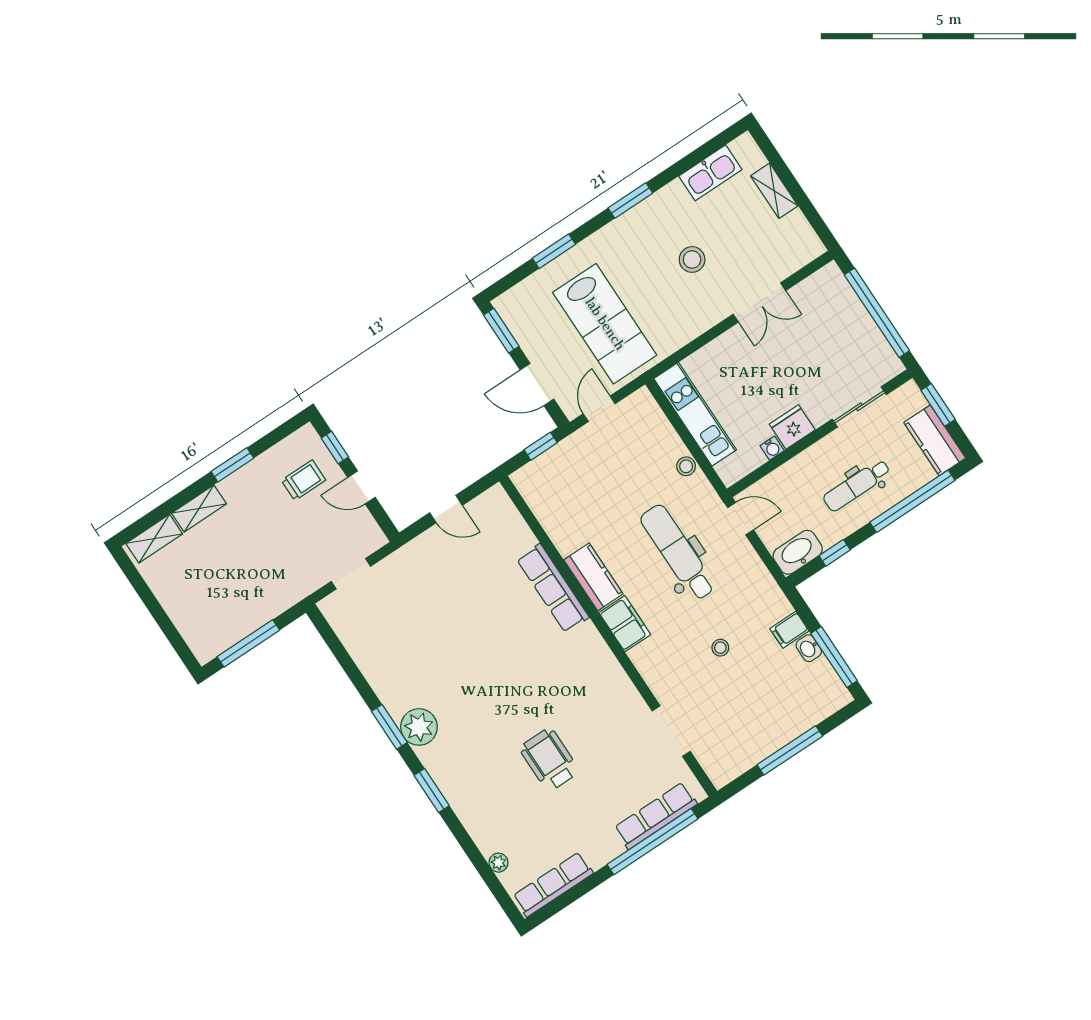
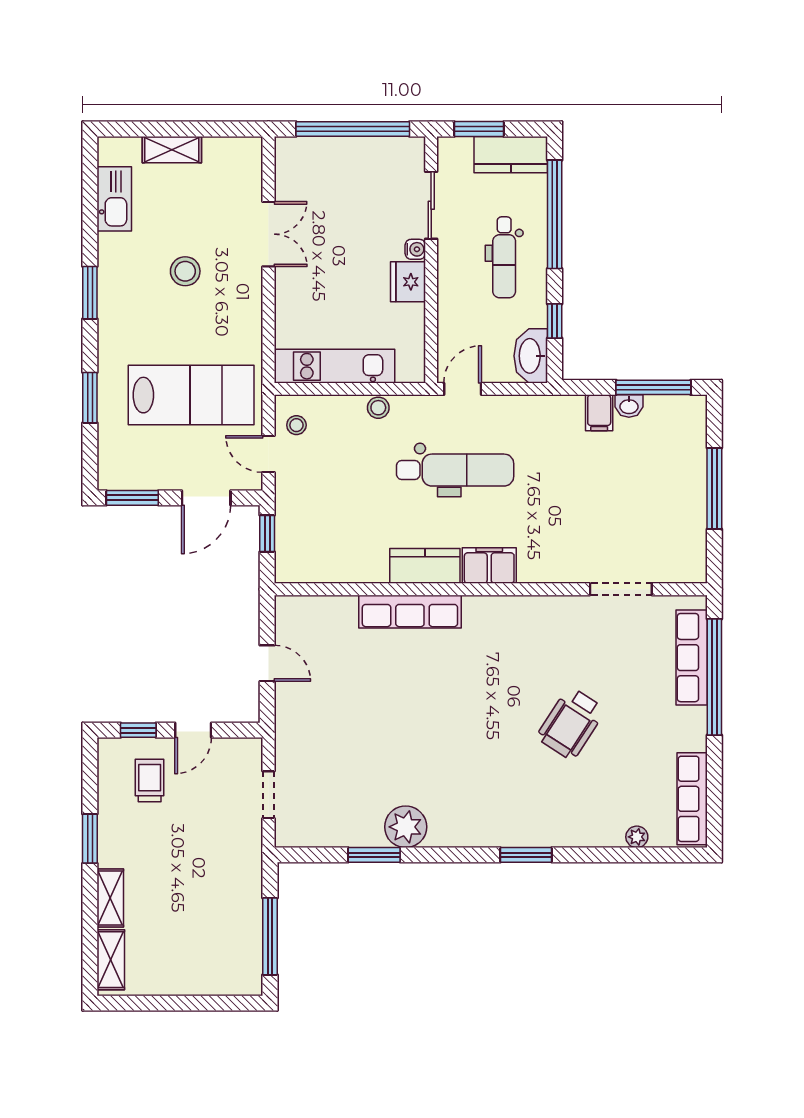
water cooler: (772, 448) -> (415, 249), moved
door: (446, 509) -> (267, 663), hinge flipped
dental chair: (678, 552) -> (455, 470), turned 180
stool: (720, 648) -> (296, 425), moved
window: (389, 727) -> (374, 855), moved
plant: (419, 727) -> (406, 827), moved
wheelchair: (549, 760) -> (571, 723), turned -57

